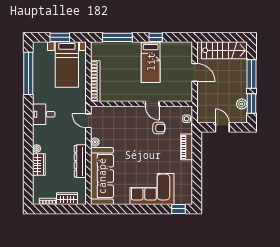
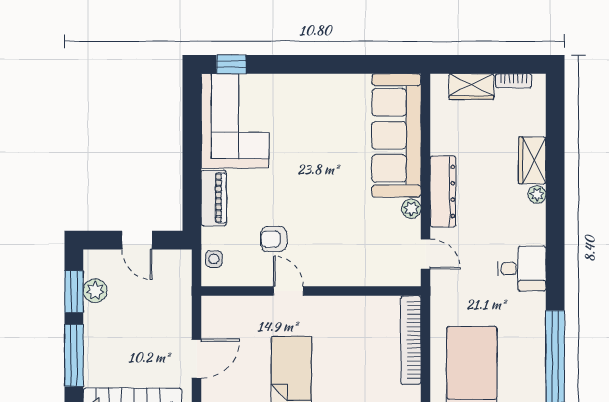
door: (195, 72) -> (197, 359), swing flipped
dresser: (80, 161) -> (443, 191), moved
corner sofa: (152, 189) -> (235, 121), moved, turned -90

